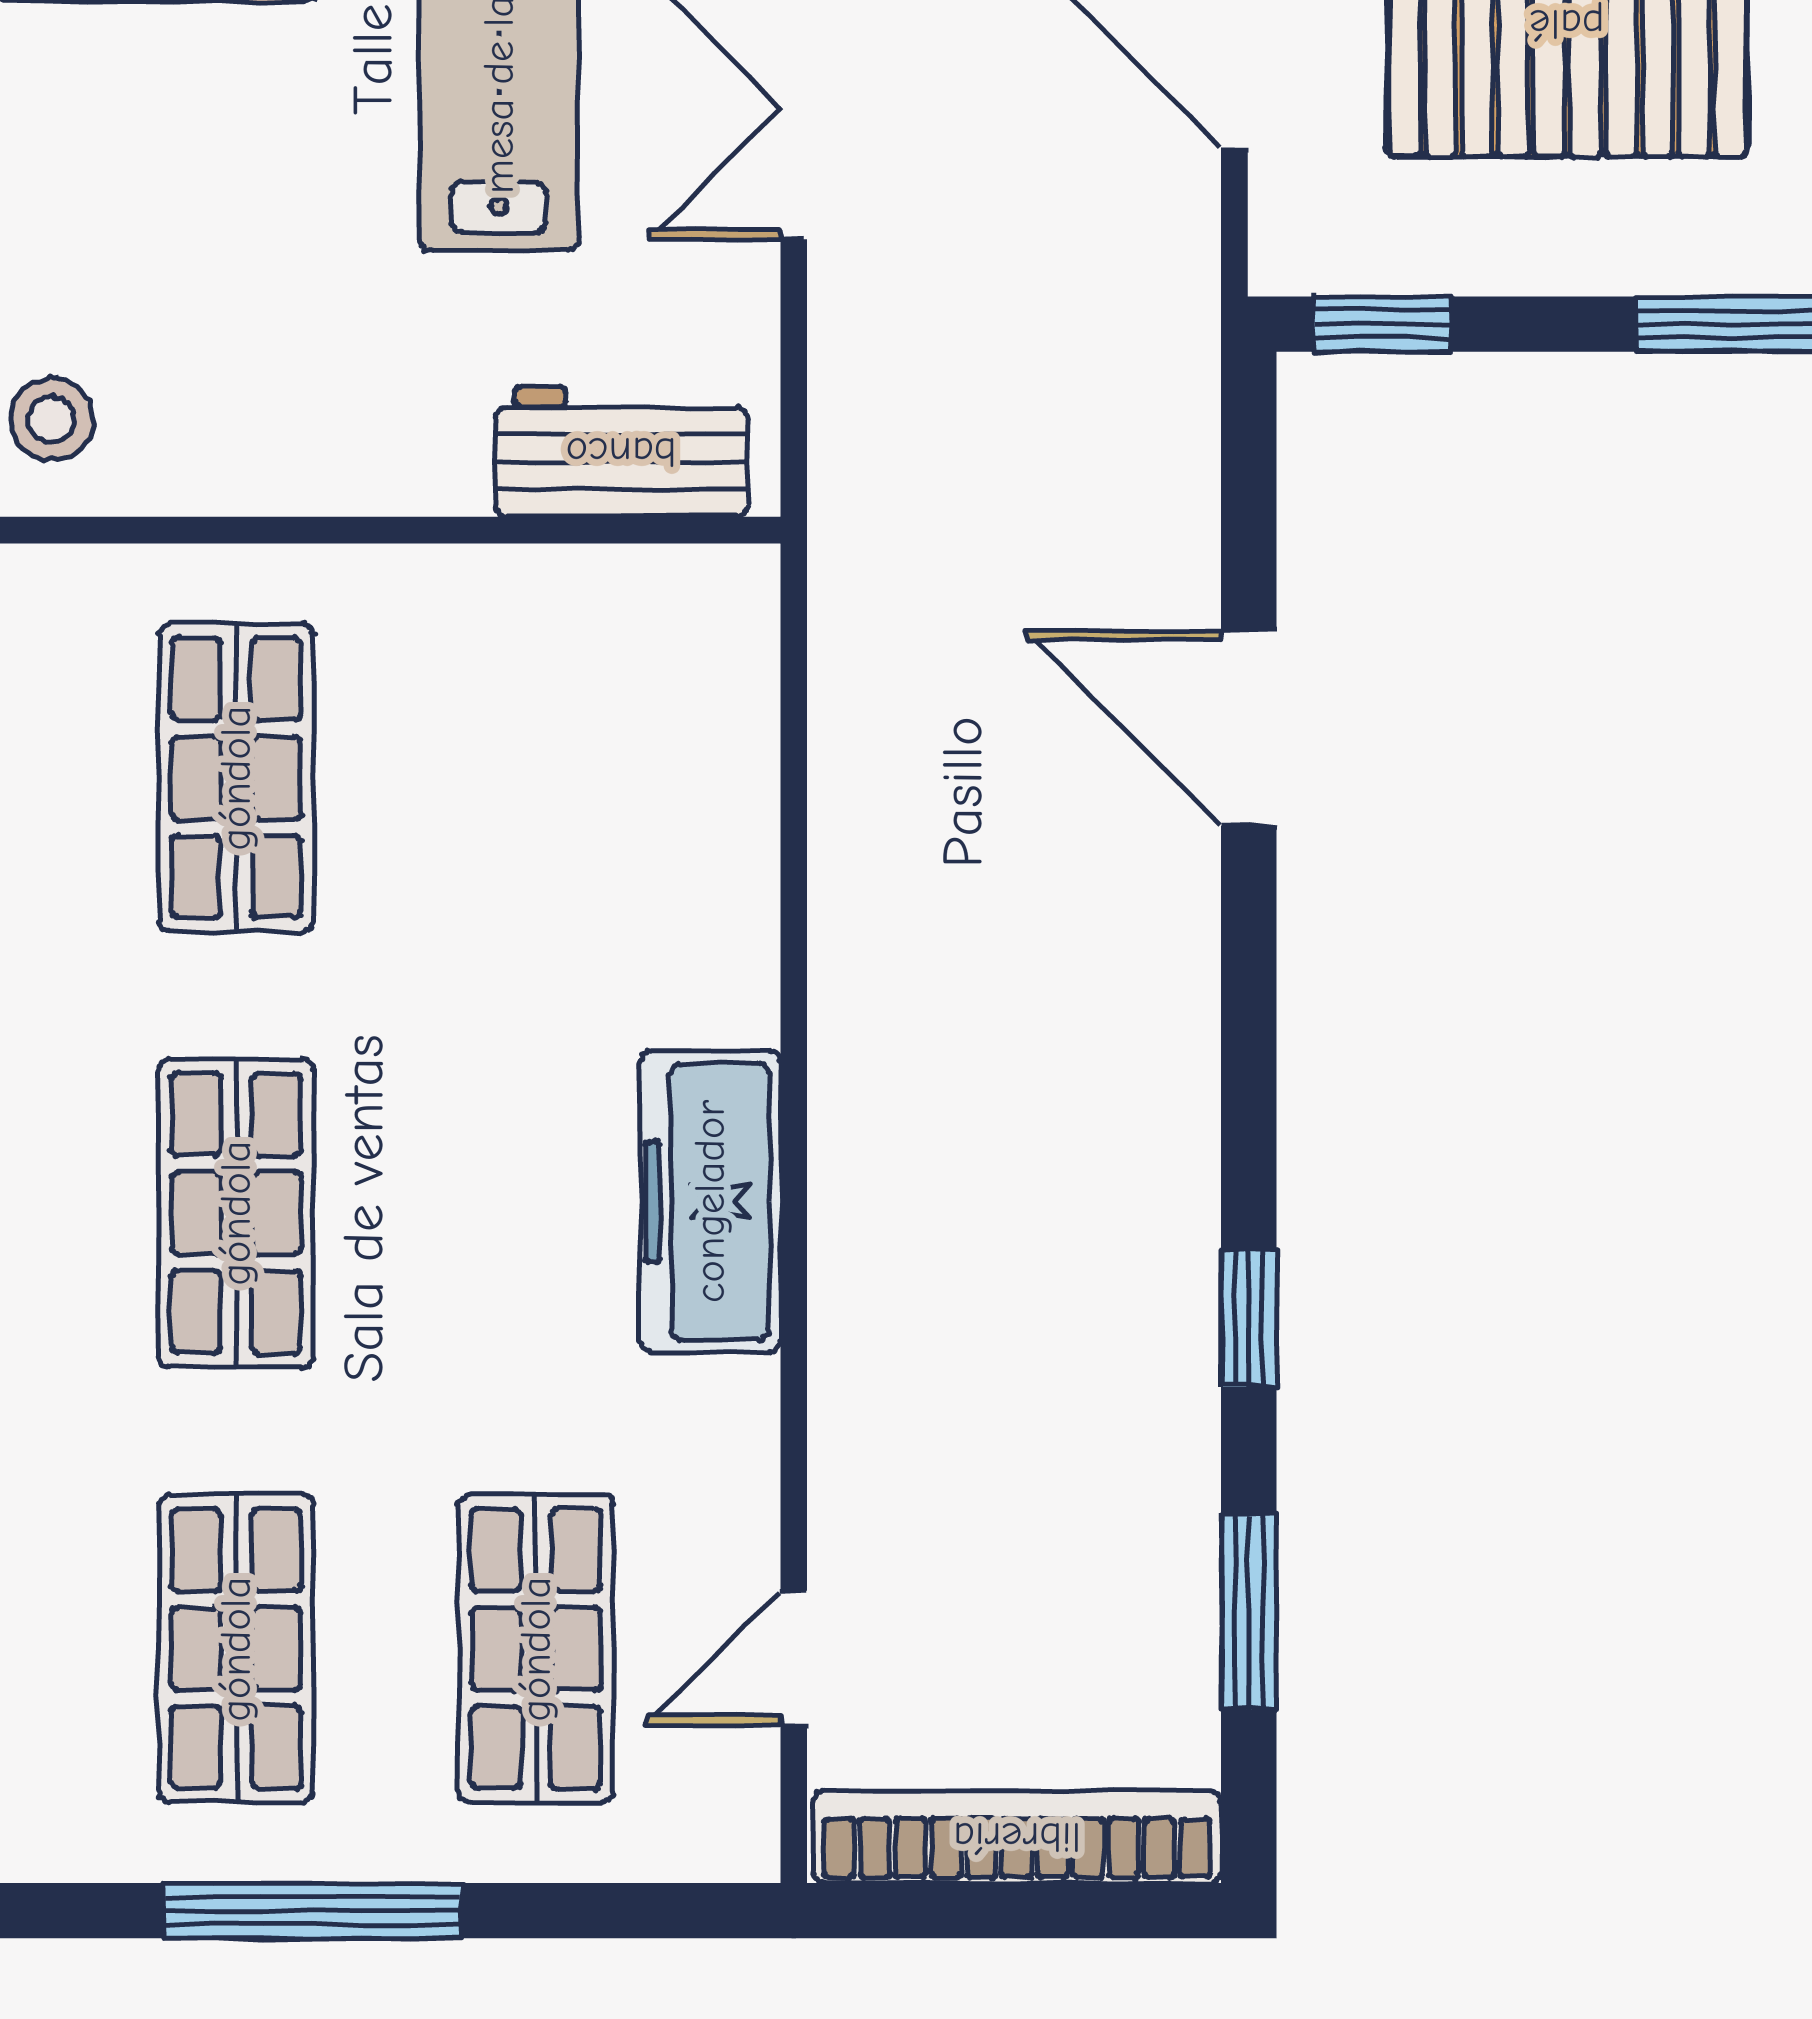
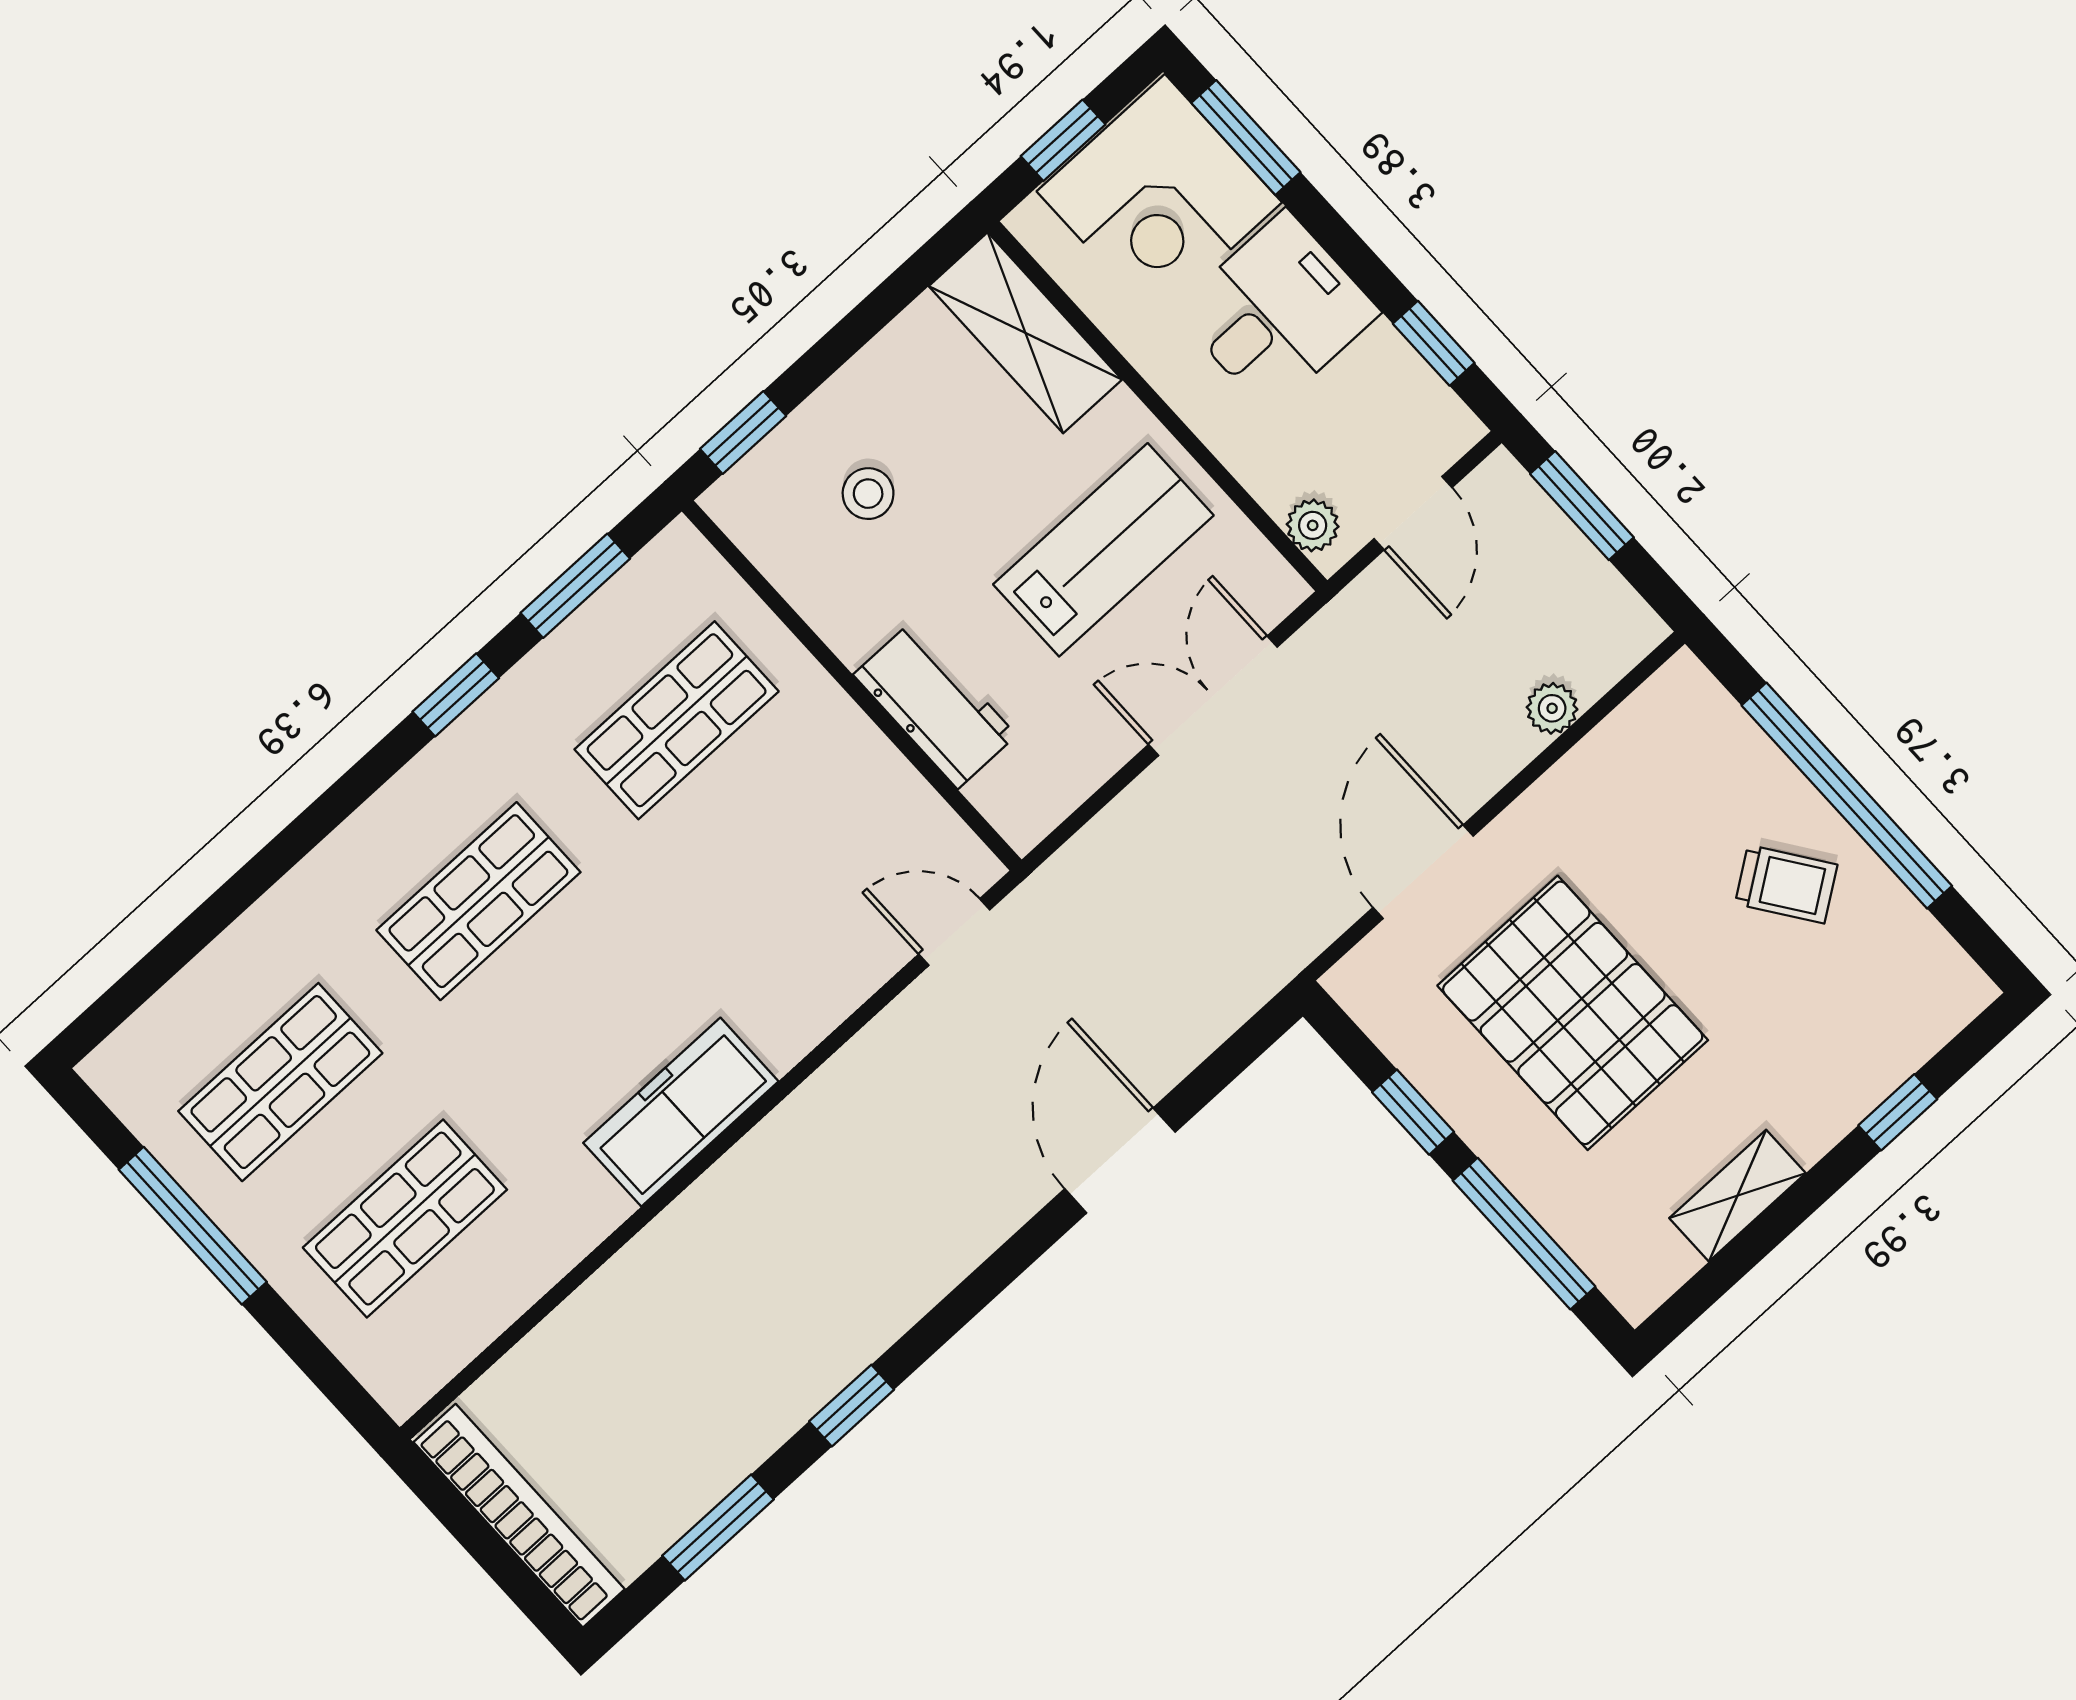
window: (1382, 324) -> (1413, 1112), moved
stool: (52, 419) -> (868, 494), moved
workbench: (621, 452) -> (935, 705), moved
door: (794, 1658) -> (954, 932), moved

